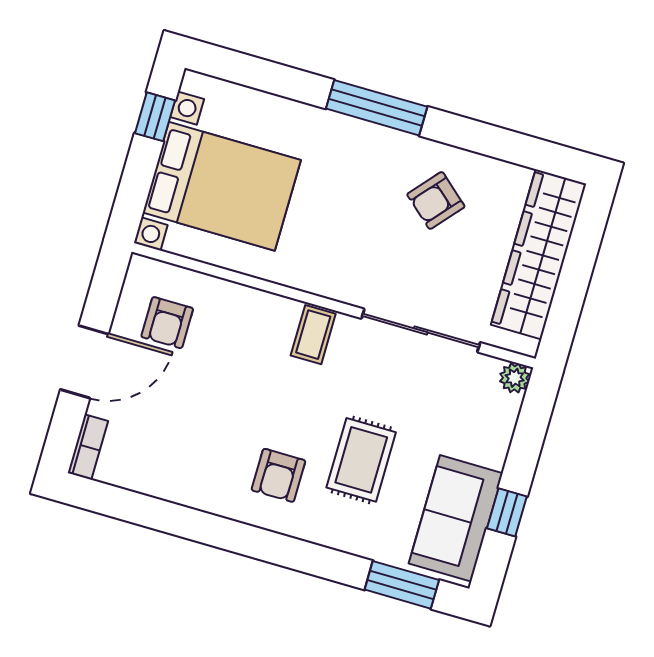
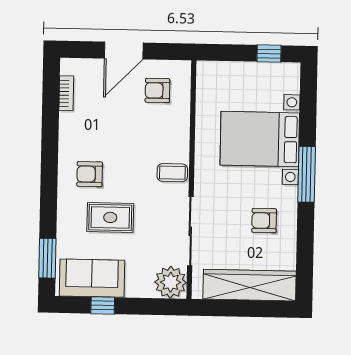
bed with nightstands: (222, 186) -> (260, 139), moved, turned 90
armchair: (436, 200) -> (264, 221), turned -41
door: (84, 362) -> (124, 51), hinge flipped
plant: (515, 378) -> (171, 282), width x1.87, depth x1.87
bookcase: (88, 447) -> (66, 93), moved, turned -90

